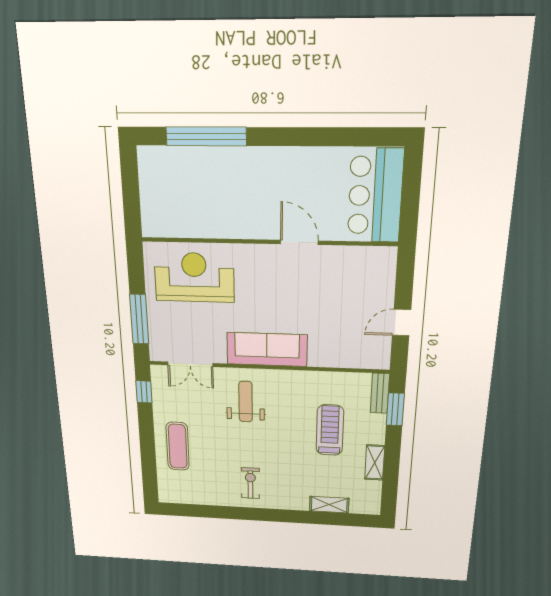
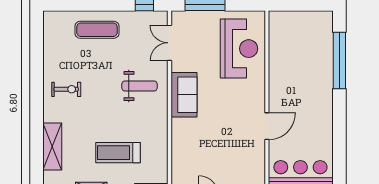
sofa: (267, 349) -> (184, 95), width x0.73
treadmill: (330, 430) -> (118, 153), turned 180
shelving: (329, 505) -> (52, 146), width x1.50, depth x1.33

